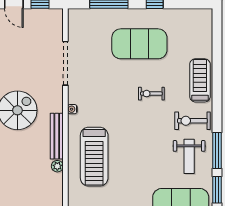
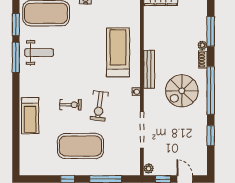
exercise bike: (192, 121) -> (99, 106), moved, turned 97
weight bench: (189, 156) -> (39, 53), turned 90
plant: (57, 166) -> (149, 168), moved

